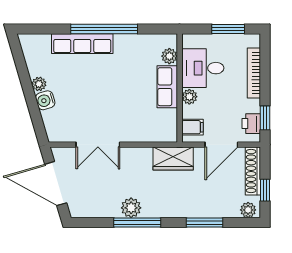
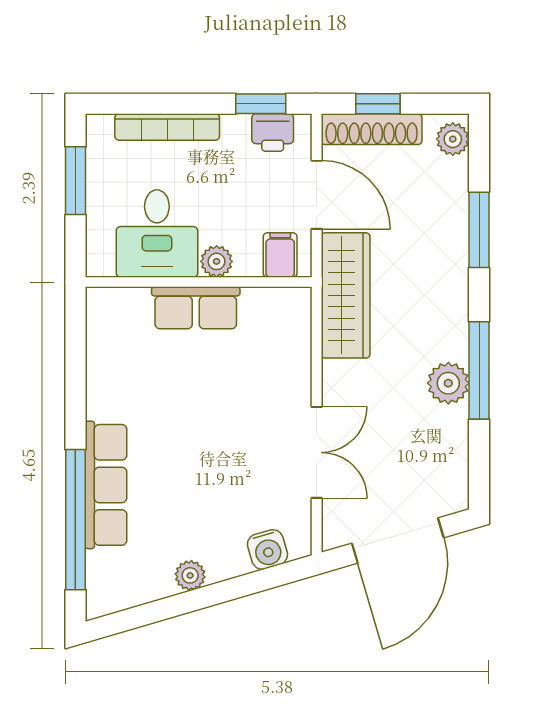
window: (104, 29) -> (75, 520), moved
plant: (169, 56) -> (132, 303), removed
water cooler: (45, 100) -> (267, 549), moved
wardrobe: (173, 159) -> (346, 295), width x1.50
window: (265, 190) -> (378, 104), moved

